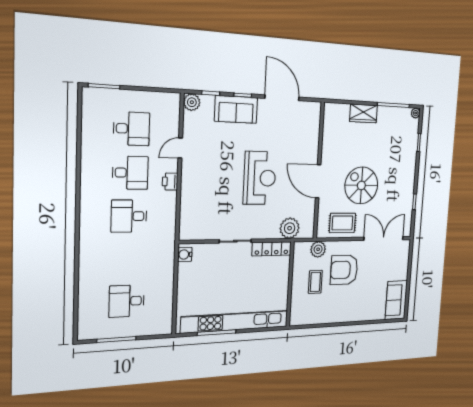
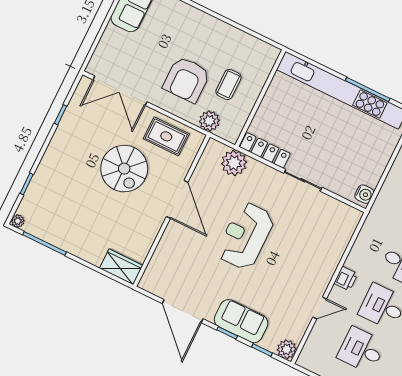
wardrobe: (363, 113) -> (121, 267), moved
armchair: (344, 270) -> (187, 80), turned 90

